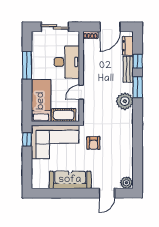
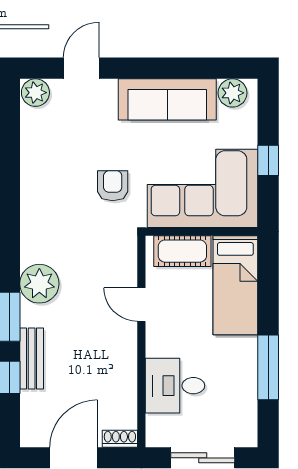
dresser: (128, 46) -> (32, 413), removed
desk: (67, 62) -> (175, 386), width x0.73
door: (81, 92) -> (141, 305), swing flipped
window: (27, 139) -> (268, 160), moved
plant: (42, 183) -> (232, 93), added

